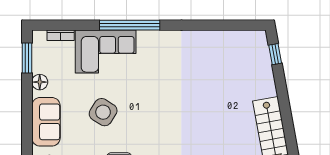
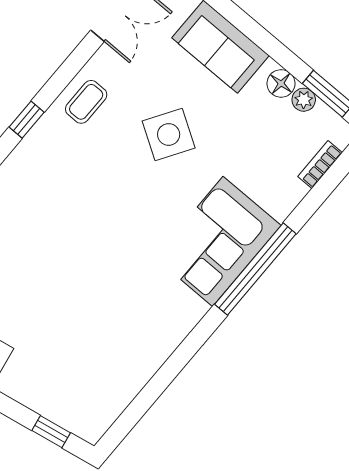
corner sofa: (106, 52) -> (218, 241), moved
plant: (38, 66) -> (304, 100), added

